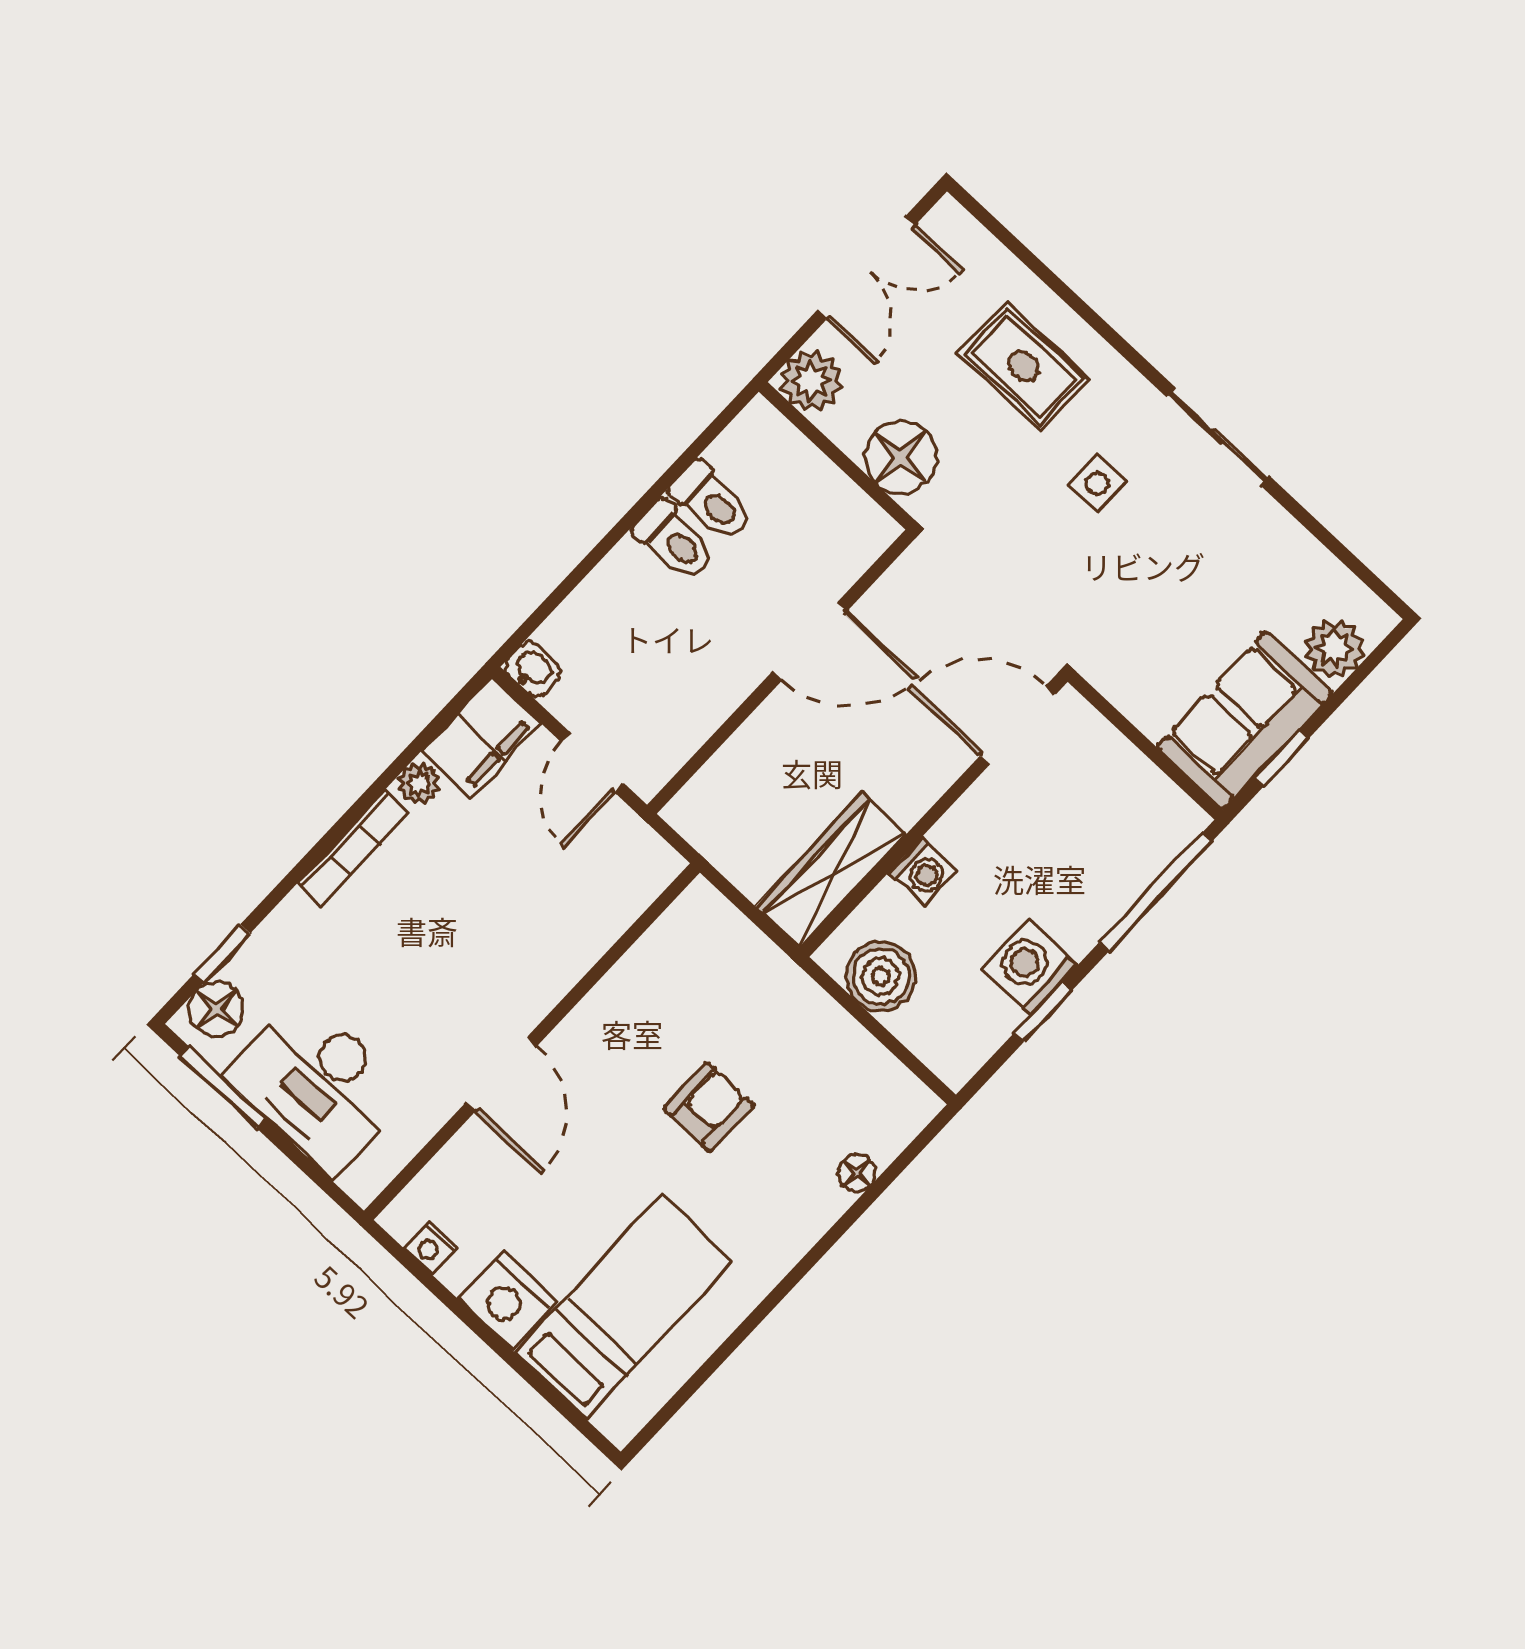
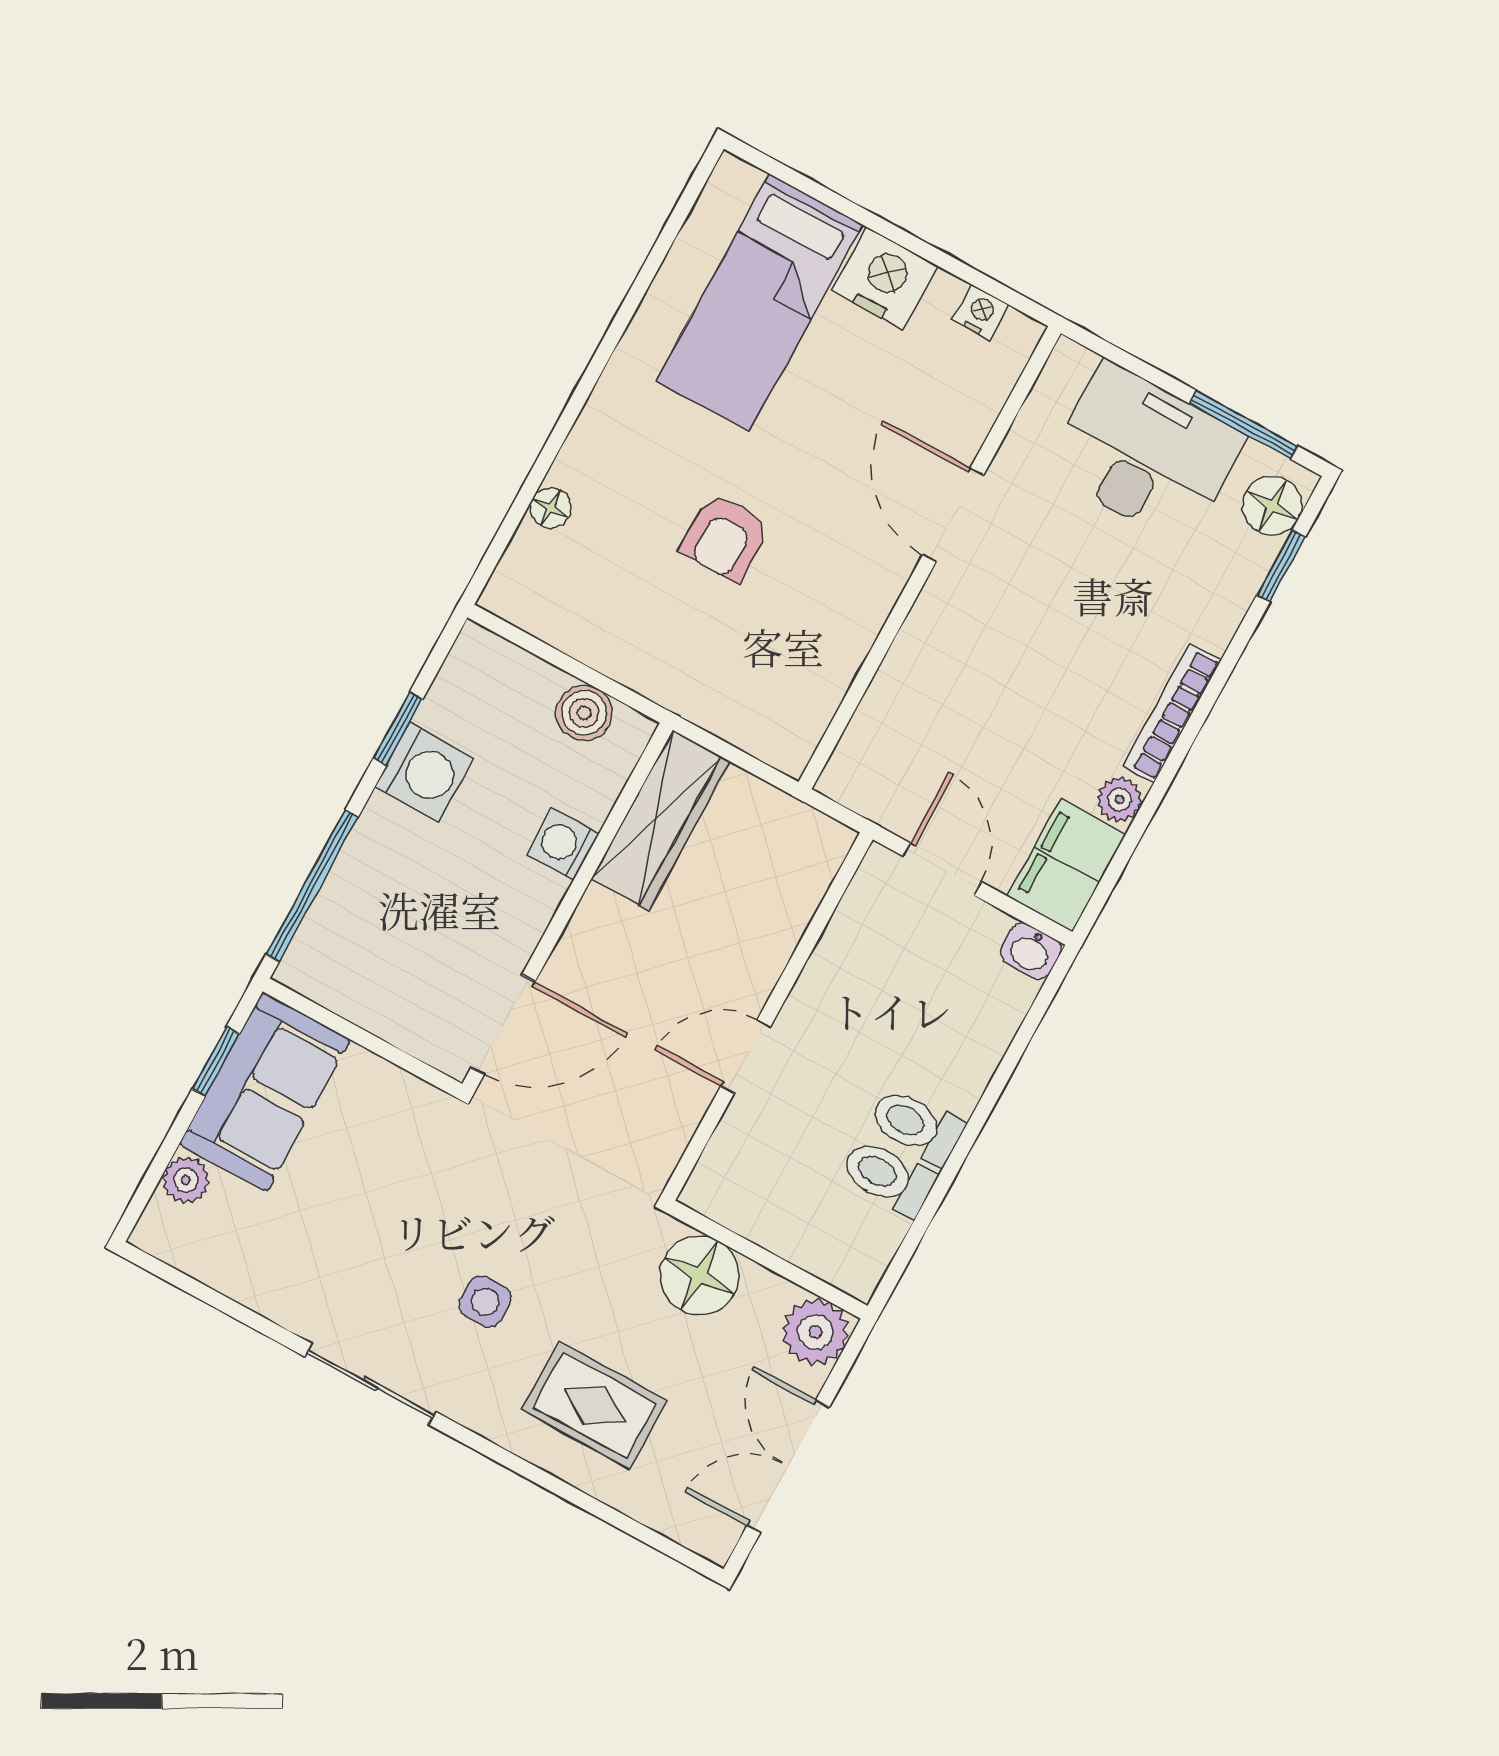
door: (810, 641) -> (746, 1056), width x0.73
plant: (1334, 649) -> (186, 1180), width x0.73, depth x0.73
boiler: (881, 976) -> (584, 713), width x0.73, depth x0.73

